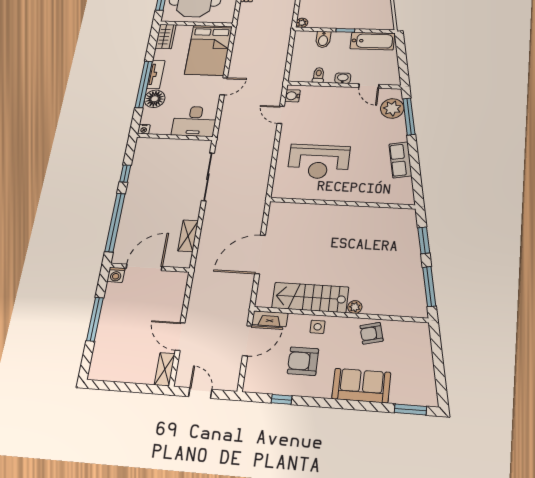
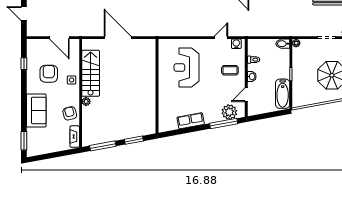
bidet: (323, 39) -> (283, 44), moved
coffee table: (330, 105) -> (230, 70), added
fireplace: (270, 319) -> (75, 137), moved
door: (200, 393) -> (24, 14), swing flipped

